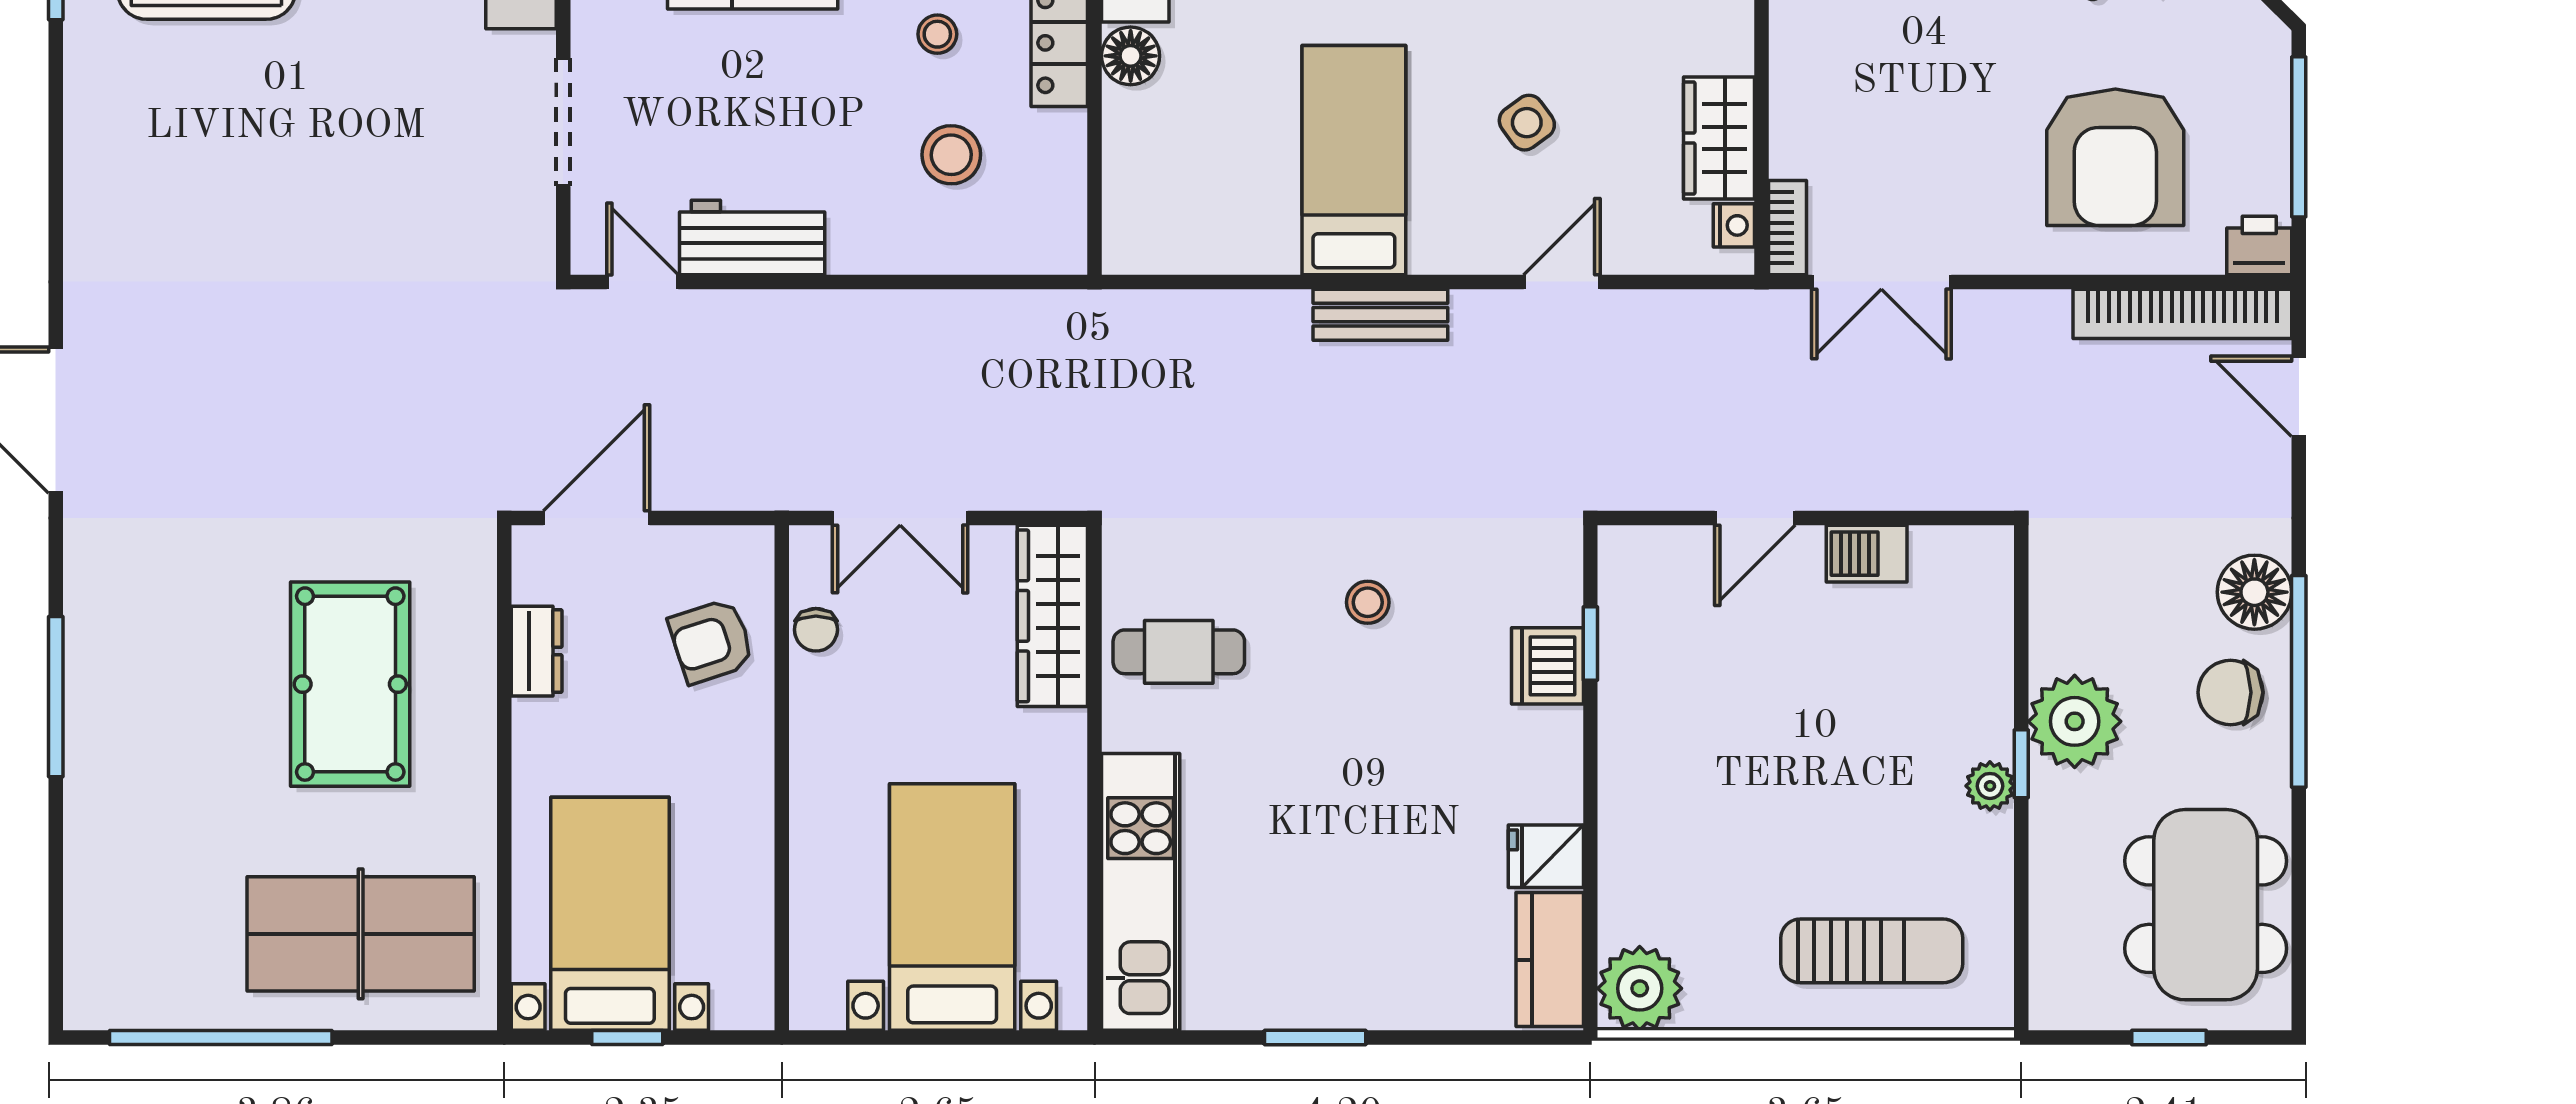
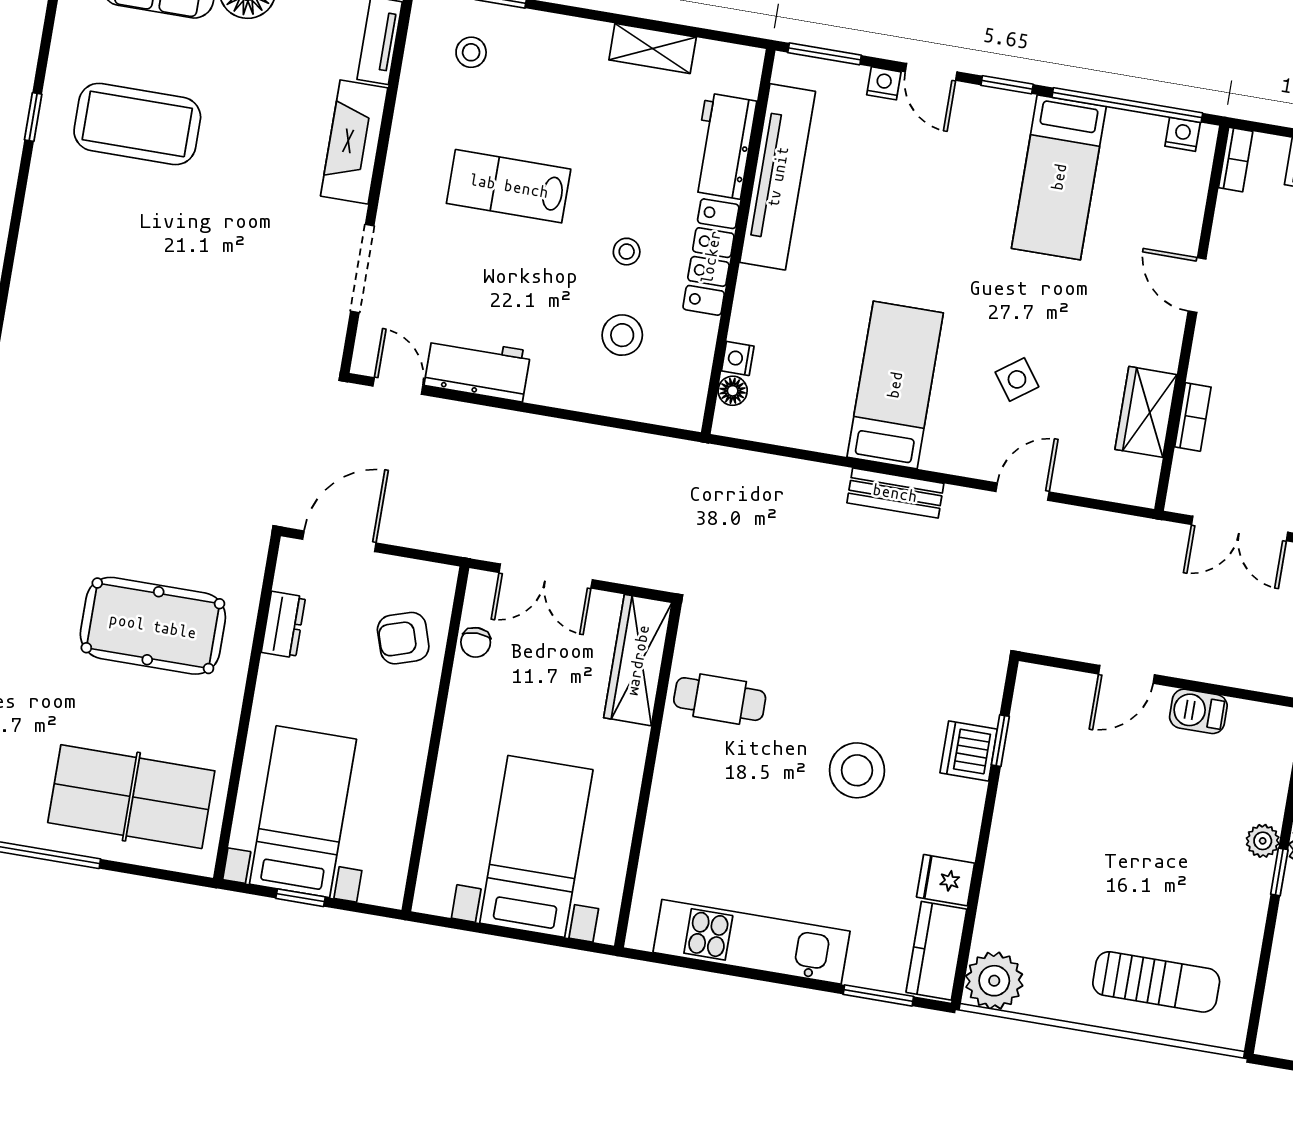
floor lamp: (1131, 56) -> (733, 391), moved, width x0.73, depth x0.73
nightstand: (1734, 225) -> (738, 358), moved, turned 180
bookcase: (1788, 228) -> (1193, 417), moved
stool: (1368, 602) -> (857, 770), moved, width x1.89, depth x1.89
pool table: (350, 684) -> (153, 626), turned 90
plant: (1990, 786) -> (1263, 841), moved
kitchen unit: (1141, 892) -> (752, 942), moved, turned -90
window: (1315, 1037) -> (878, 995), moved

